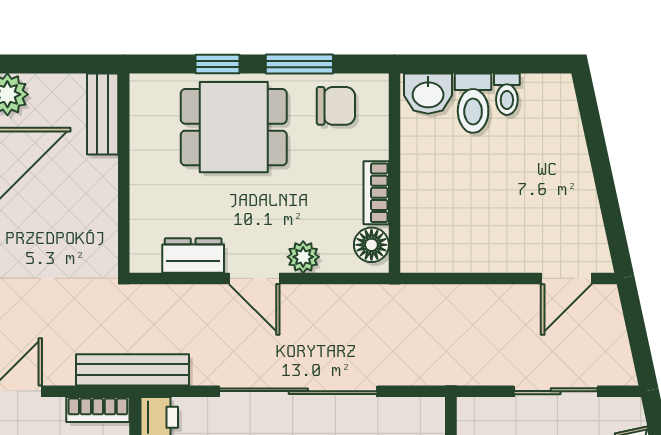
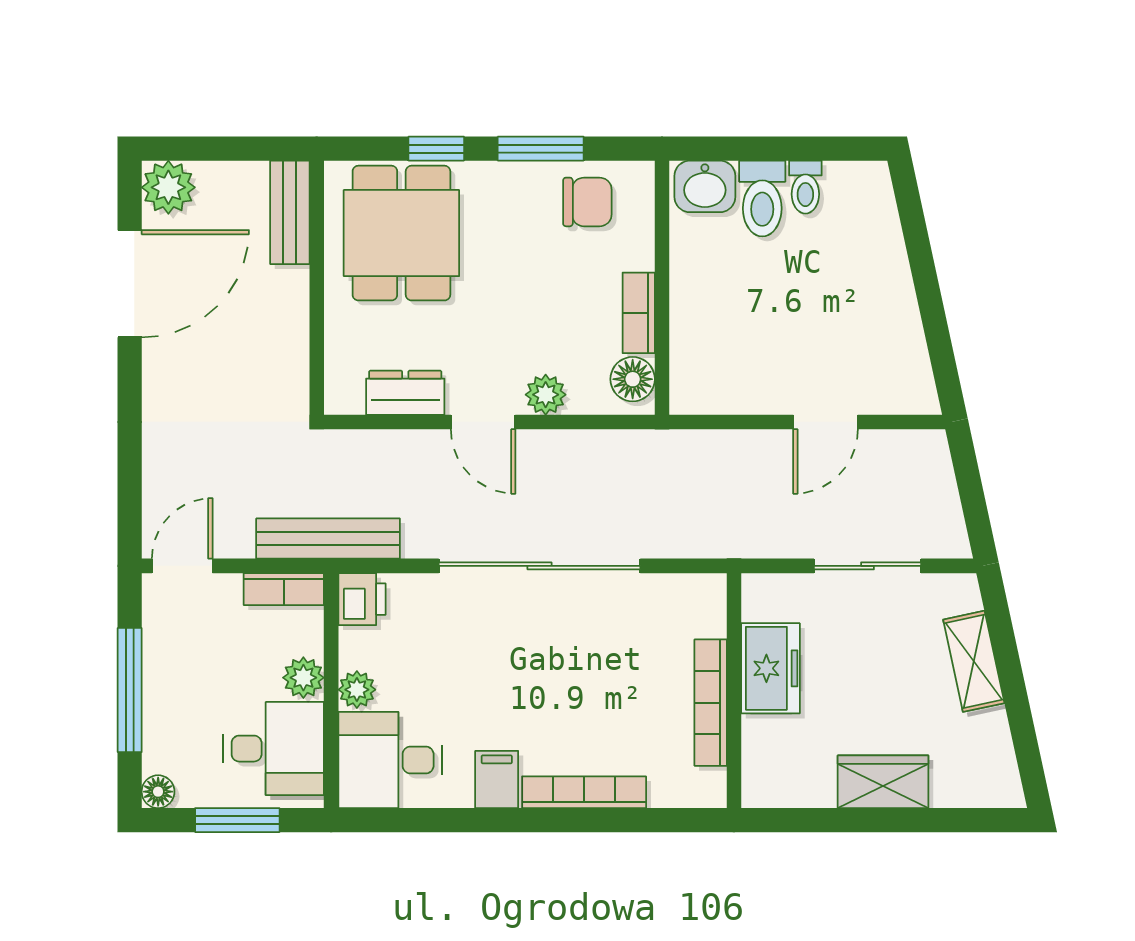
dining table: (234, 127) -> (401, 233), moved, turned 90
door: (566, 278) -> (826, 422), moved

